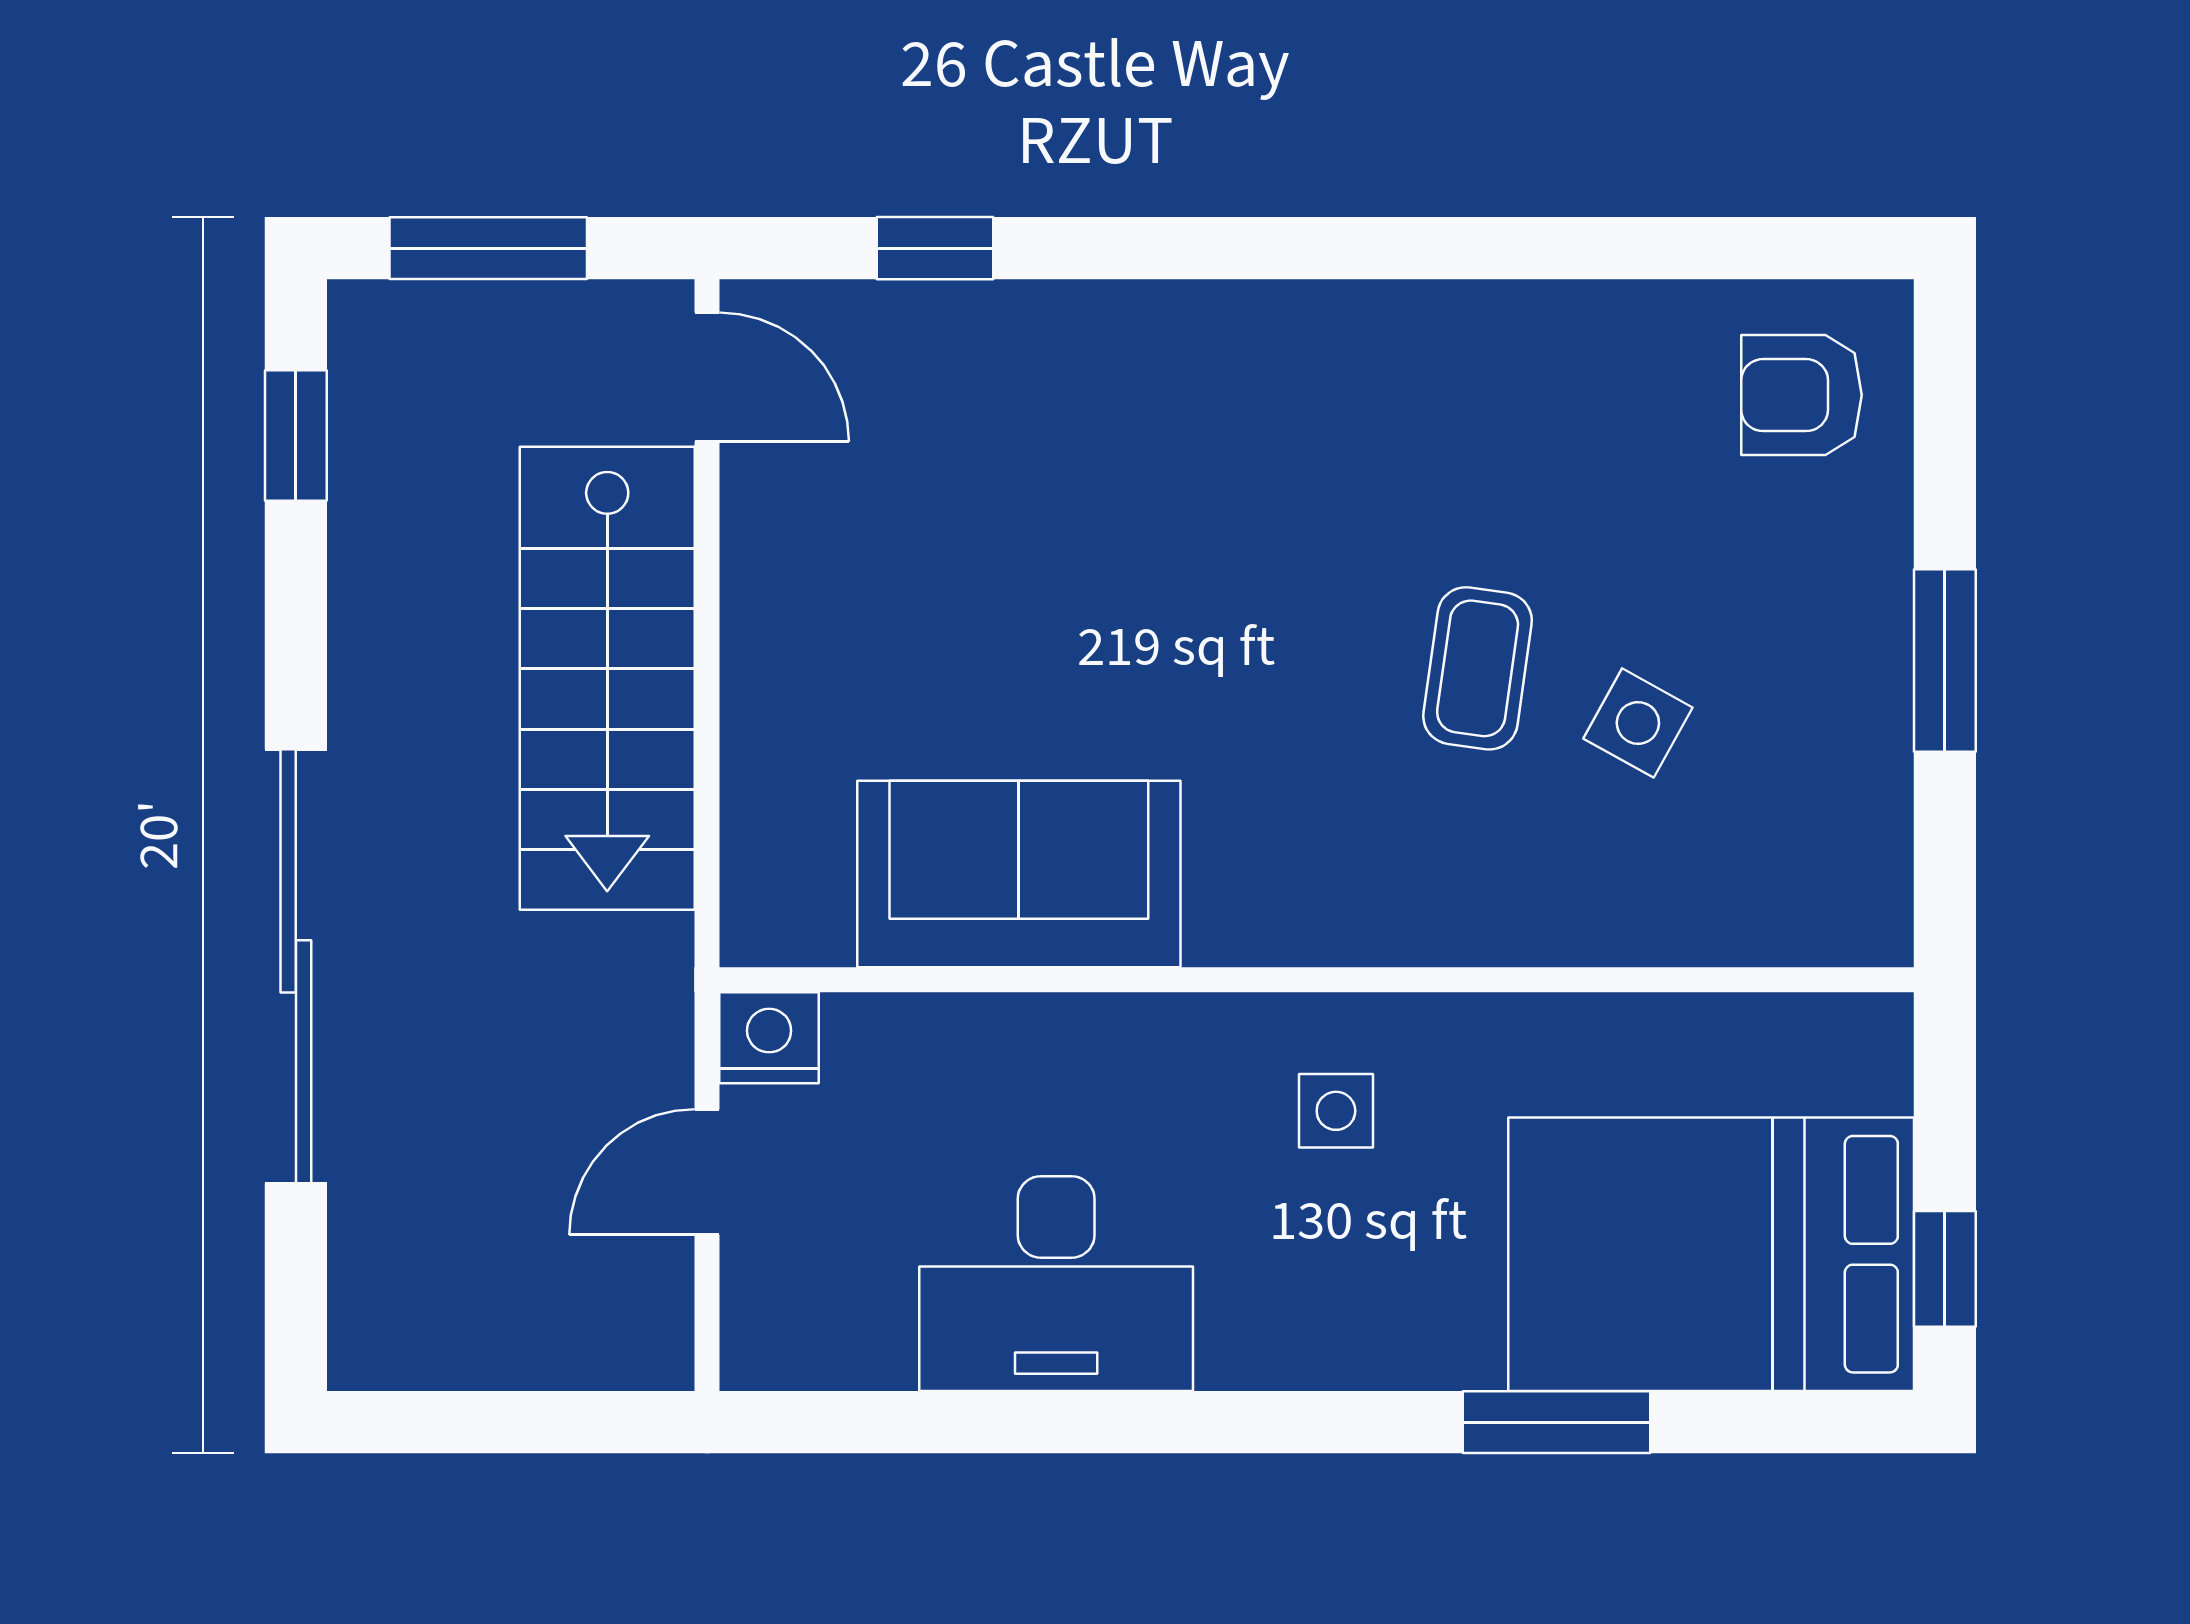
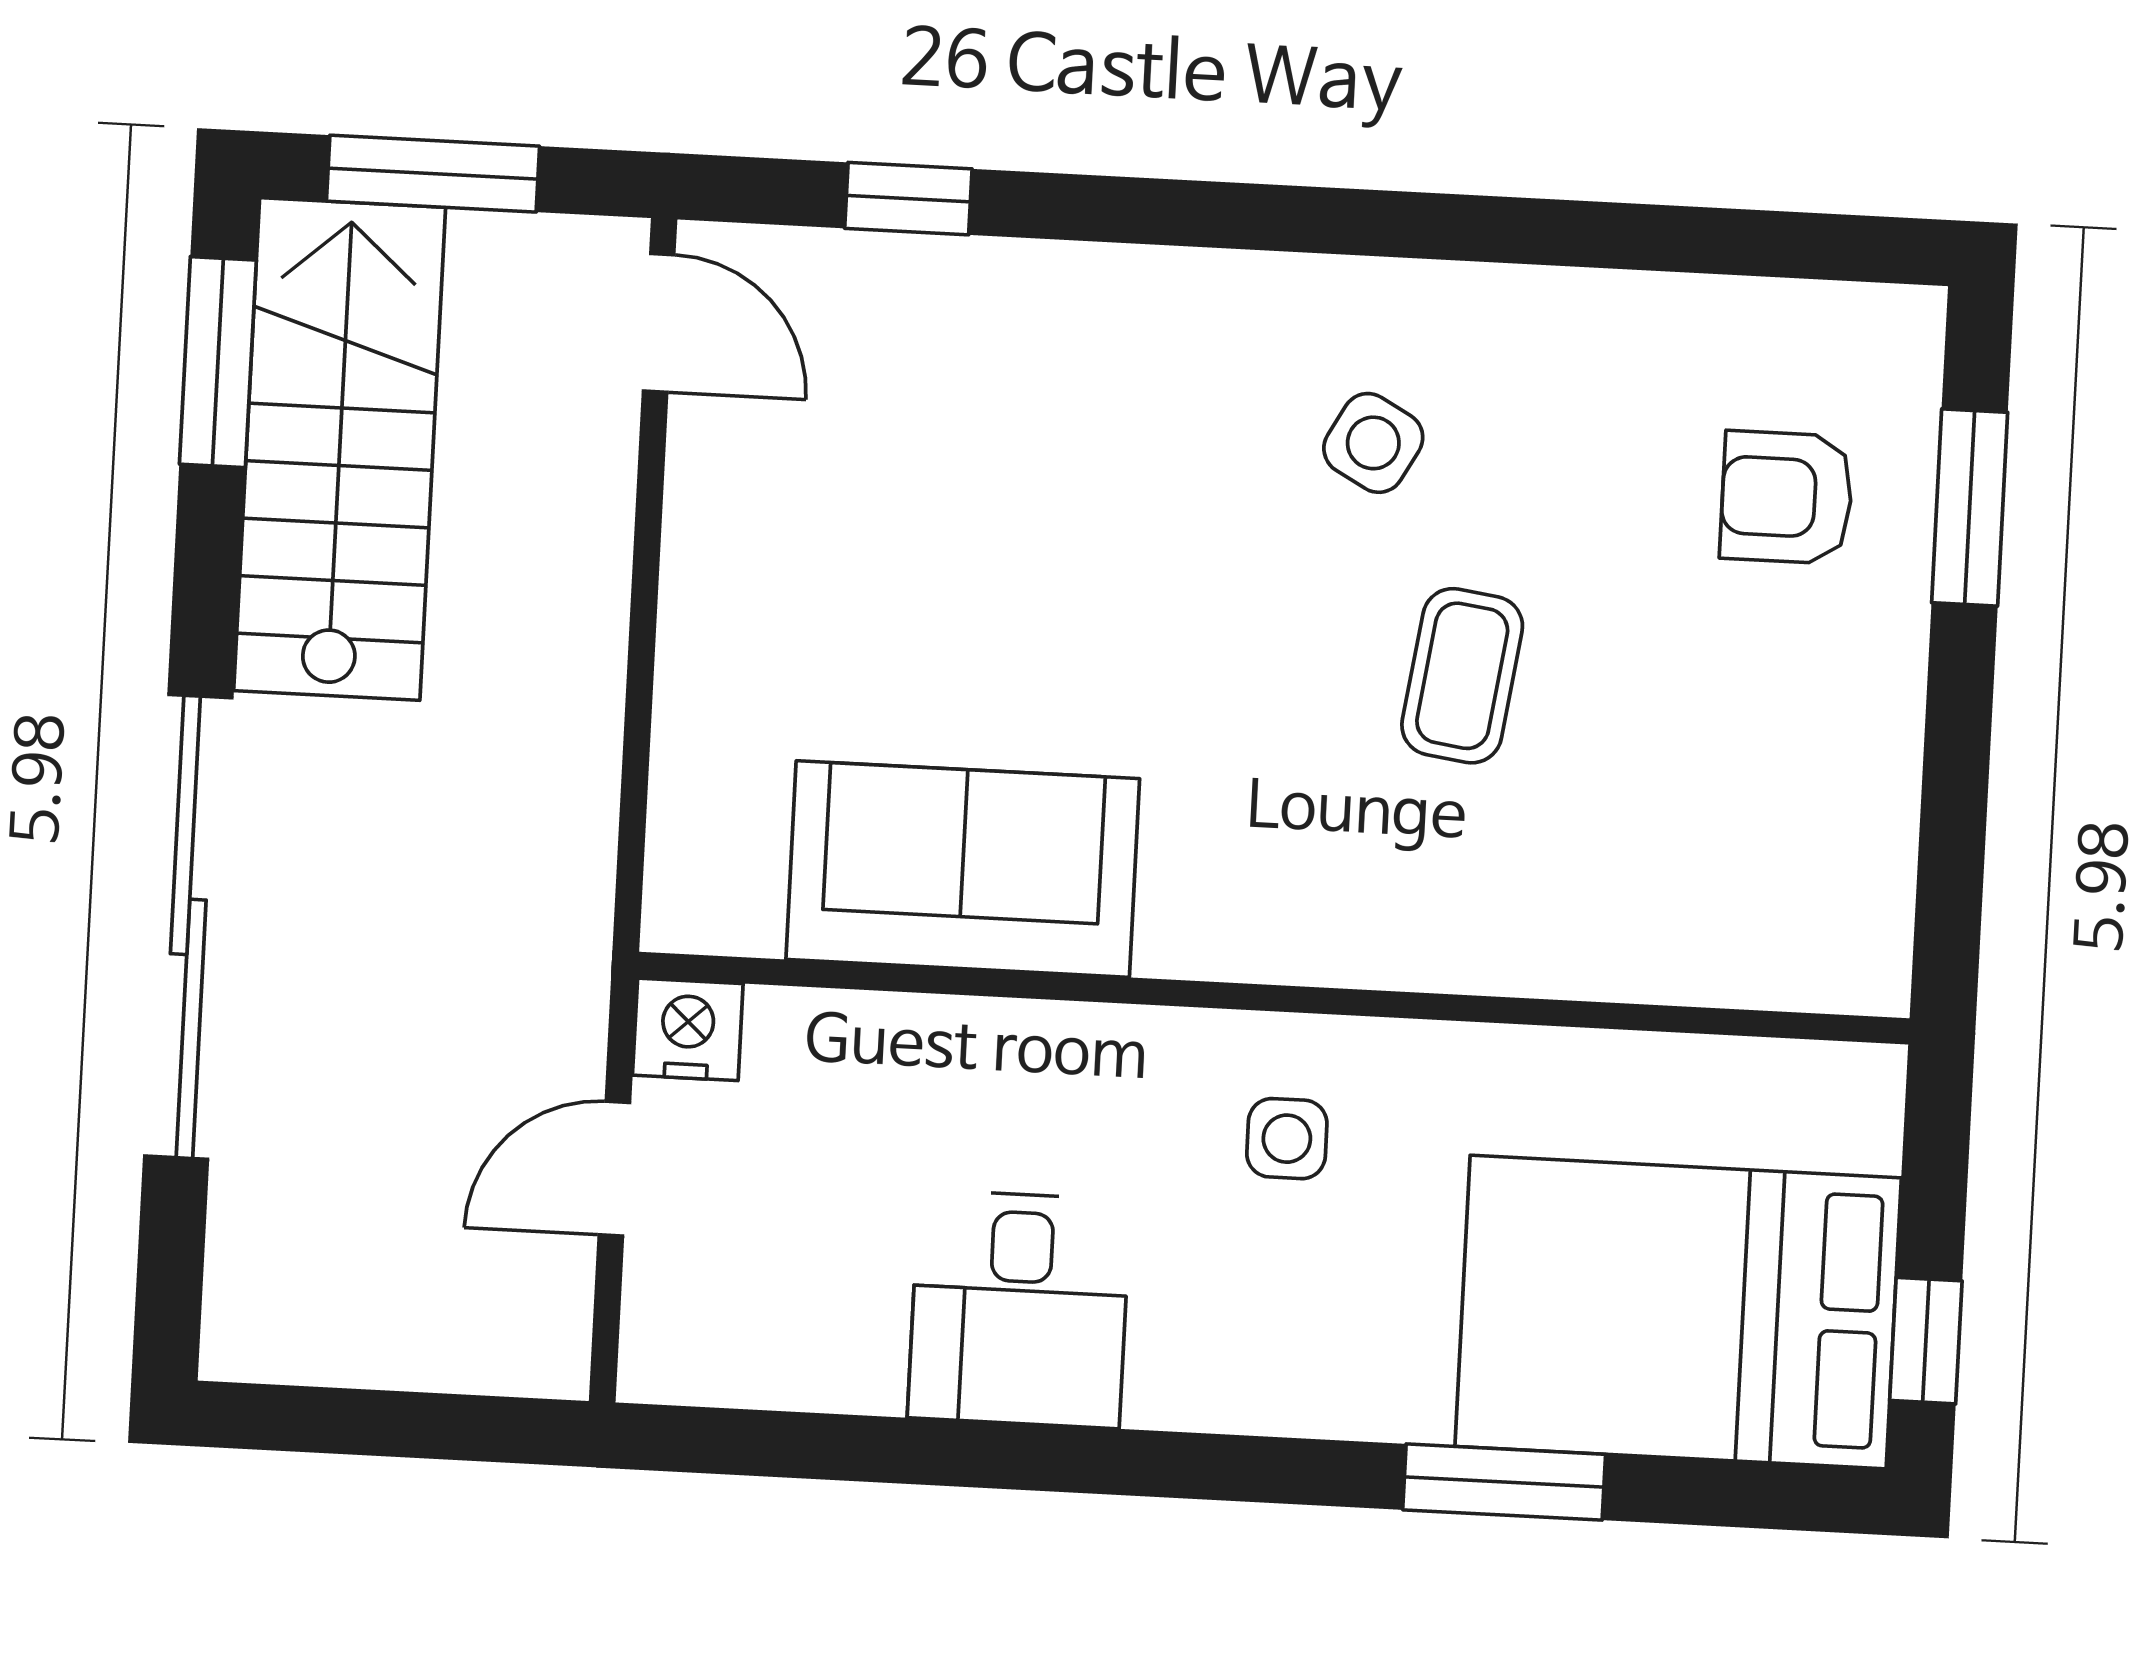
armchair: (1801, 395) -> (1787, 497), moved
window: (296, 435) -> (218, 362), width x1.50
window: (1945, 660) -> (1970, 508), moved
stairs: (607, 678) -> (340, 449), moved, turned 180
side table: (1638, 723) -> (1373, 443), moved
desk: (1056, 1284) -> (1019, 1309), width x0.73

